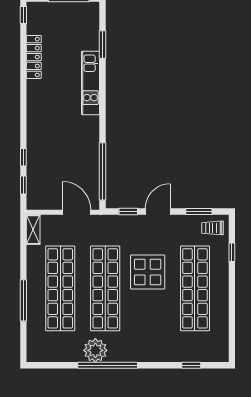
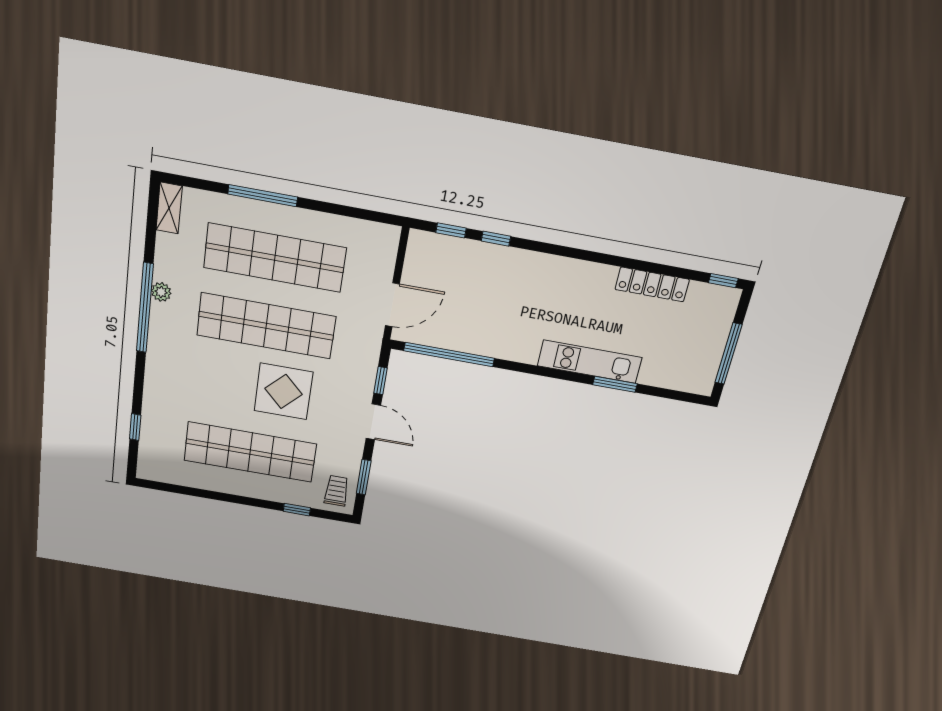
window: (103, 45) -> (615, 384), moved
shelving: (33, 230) -> (169, 208), moved, turned 90
plant: (95, 350) -> (161, 292), width x0.53, depth x0.53

